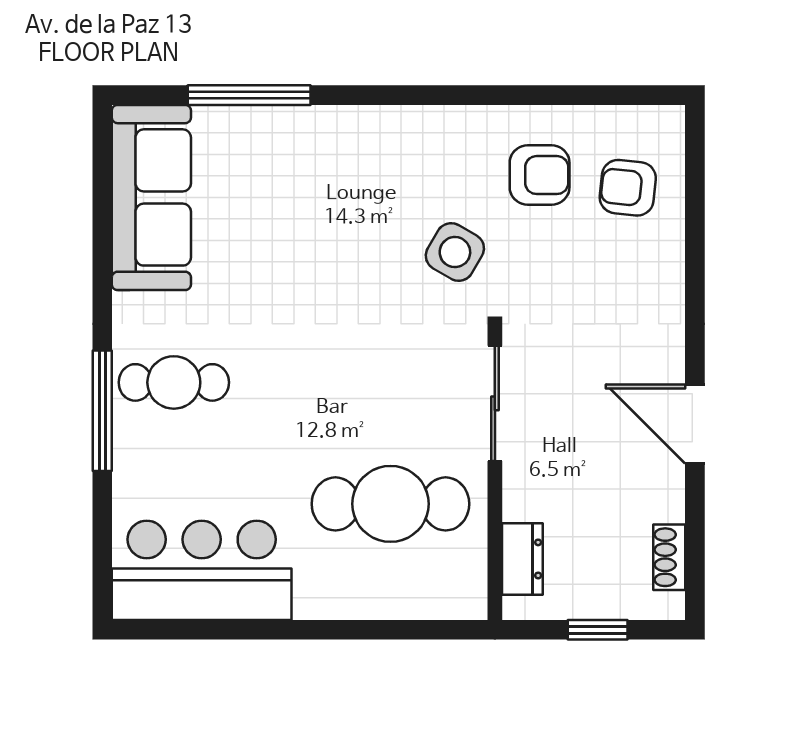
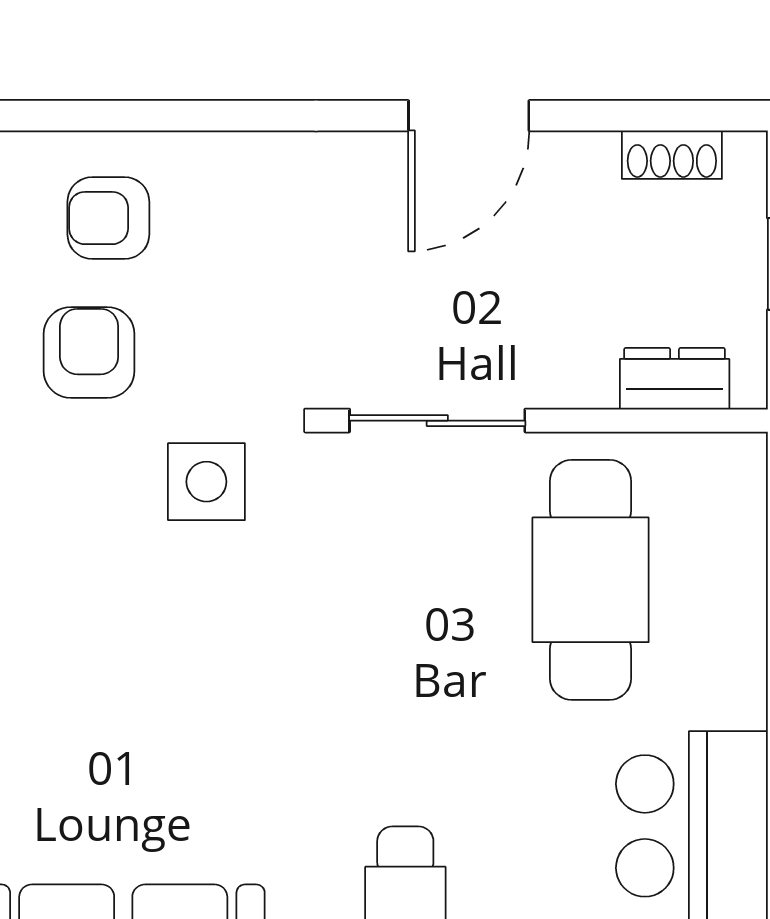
armchair: (628, 188) -> (108, 218), turned 84
side table: (455, 252) -> (206, 482), turned -30

